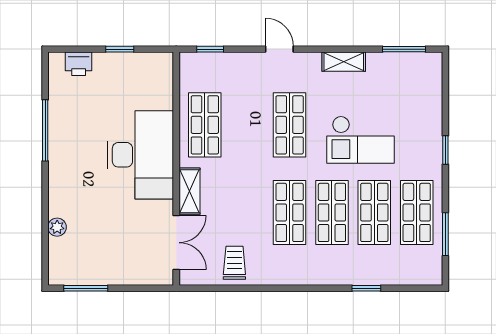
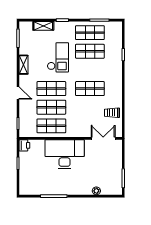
door: (279, 49) -> (18, 93), swing flipped
printer: (79, 64) -> (24, 145), moved
shelving: (189, 191) -> (43, 26), moved
shop shelf: (332, 212) -> (51, 107), moved

